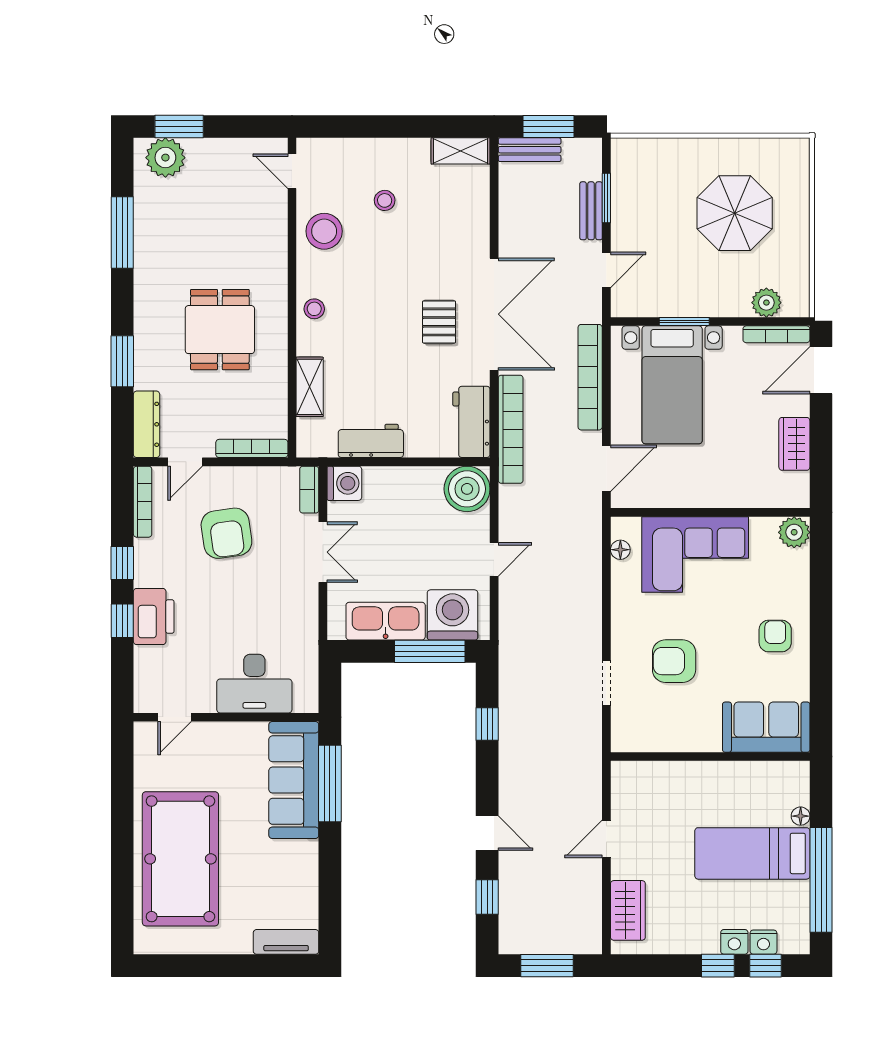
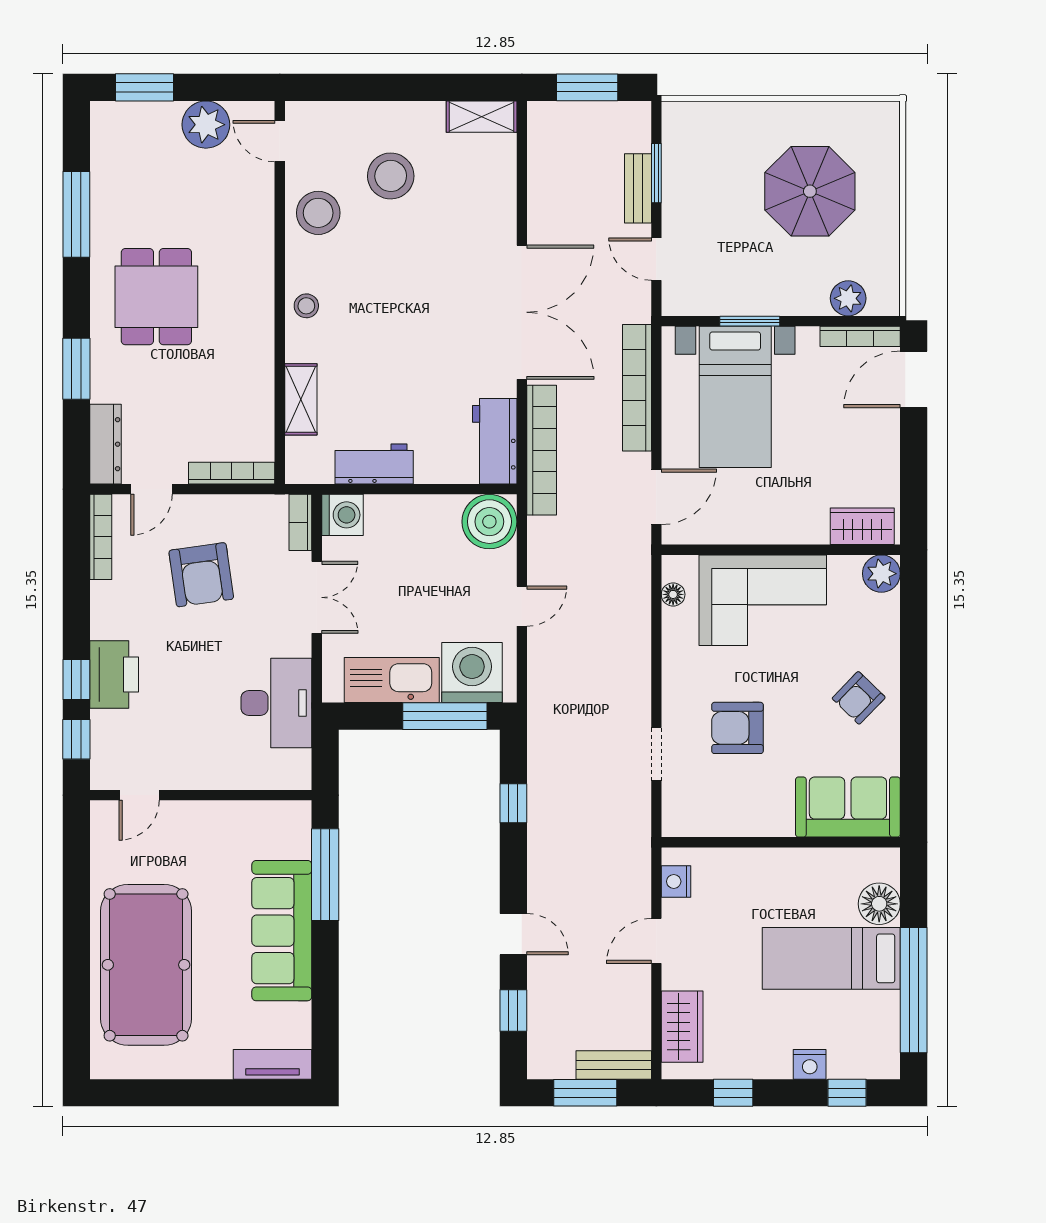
bench: (530, 150) -> (614, 1065), moved
plant: (165, 158) -> (206, 125), moved
stool: (385, 200) -> (391, 176), width x1.89, depth x1.89
door: (606, 270) -> (656, 259), swing flipped
pallet: (439, 322) -> (456, 322), removed
dining table: (220, 330) -> (156, 297), moved
wardrobe: (794, 444) -> (862, 526), moved, turned 90
window: (122, 563) -> (76, 739), moved
armchair: (775, 636) -> (859, 698), turned -136
desk: (254, 684) -> (276, 703), moved, turned -90
sofa: (294, 780) -> (282, 931), moved
floor lamp: (801, 816) -> (879, 904), width x1.89, depth x1.89
nightstand: (763, 942) -> (676, 881), moved, turned 90
window: (718, 966) -> (733, 1093), moved

